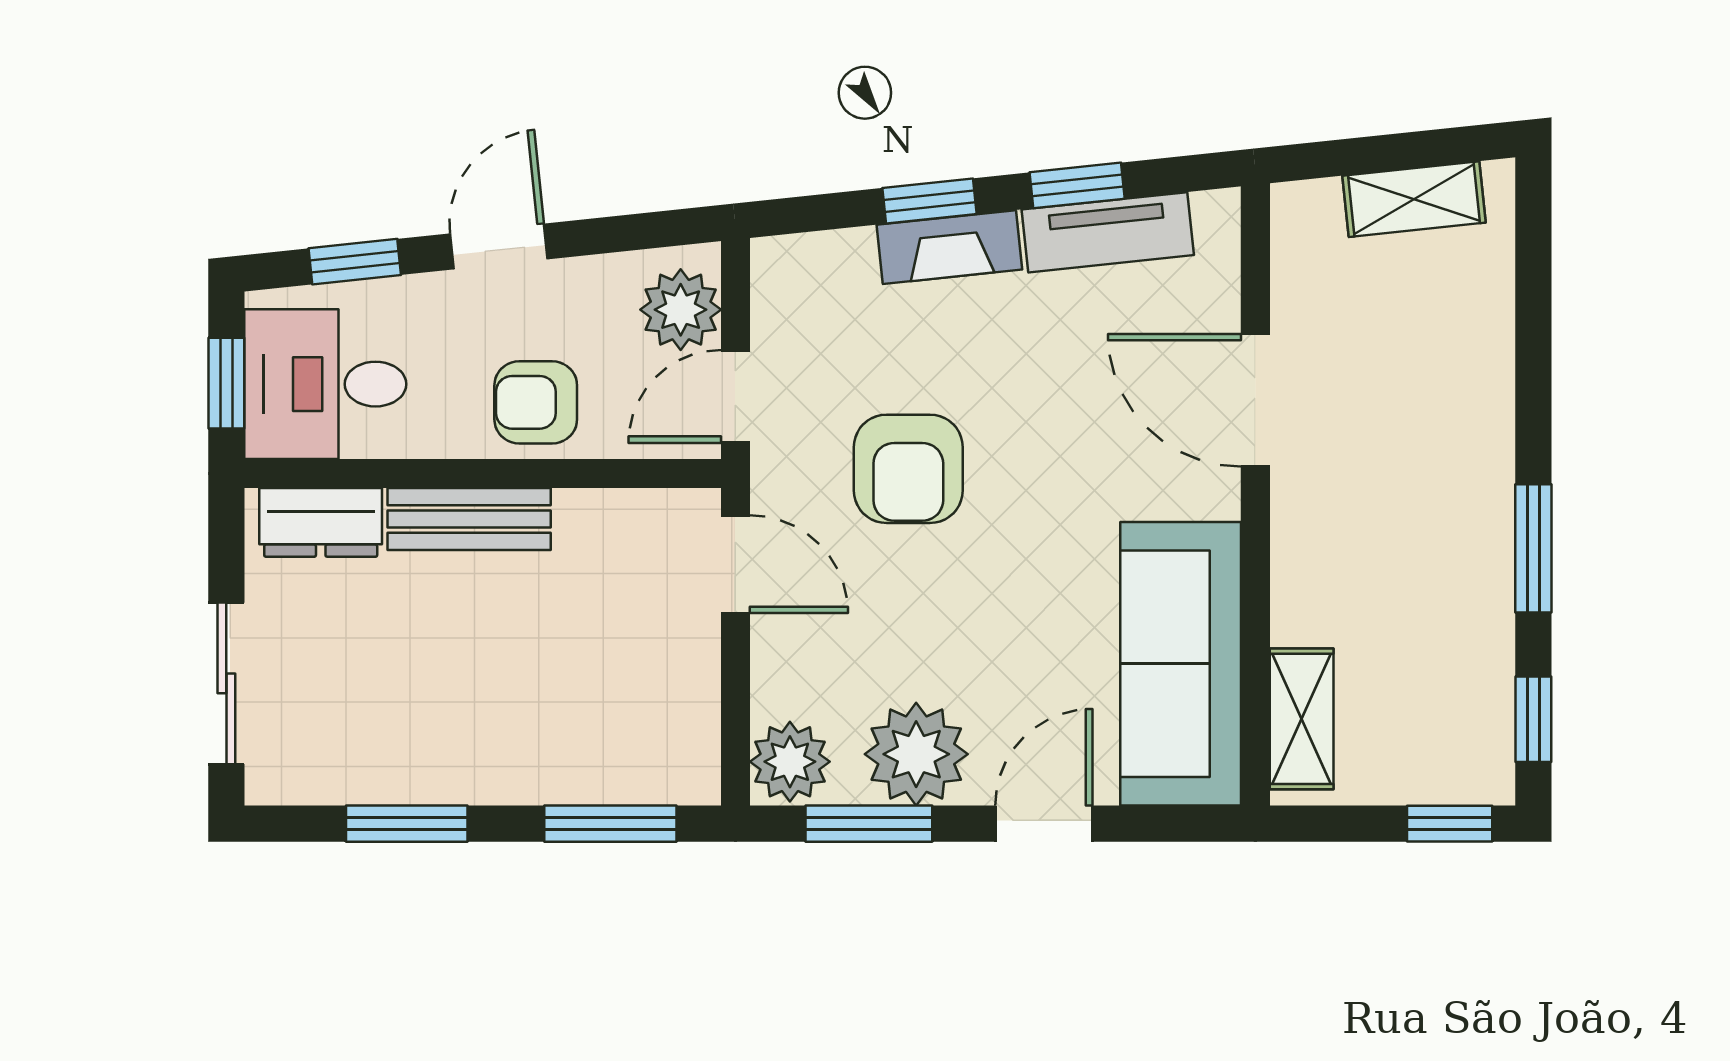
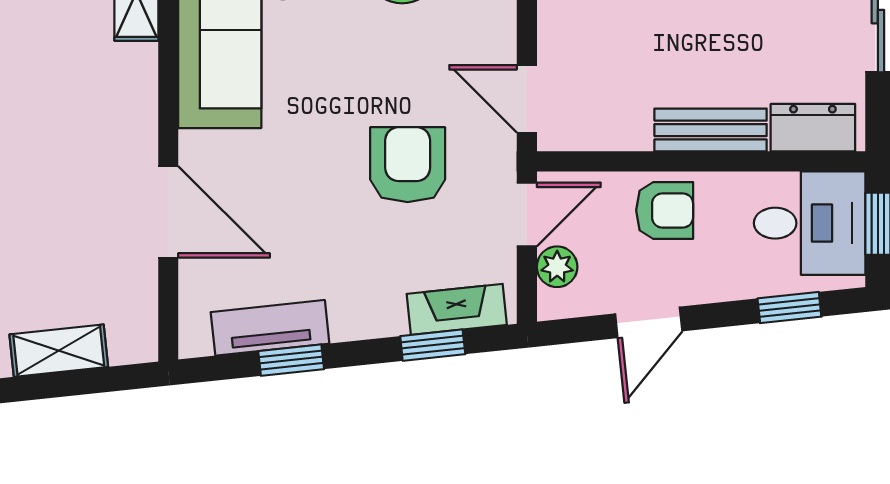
window: (930, 201) -> (433, 345), moved
door: (499, 246) -> (649, 322), moved
fireplace: (949, 247) -> (457, 309), moved
plant: (681, 310) -> (557, 267), width x0.73, depth x0.73

